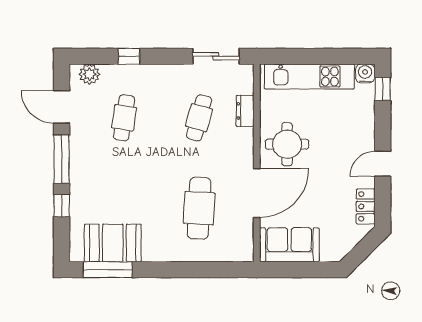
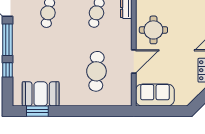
door: (257, 193) -> (134, 61), width x0.73
window: (108, 270) -> (37, 111), width x0.69

